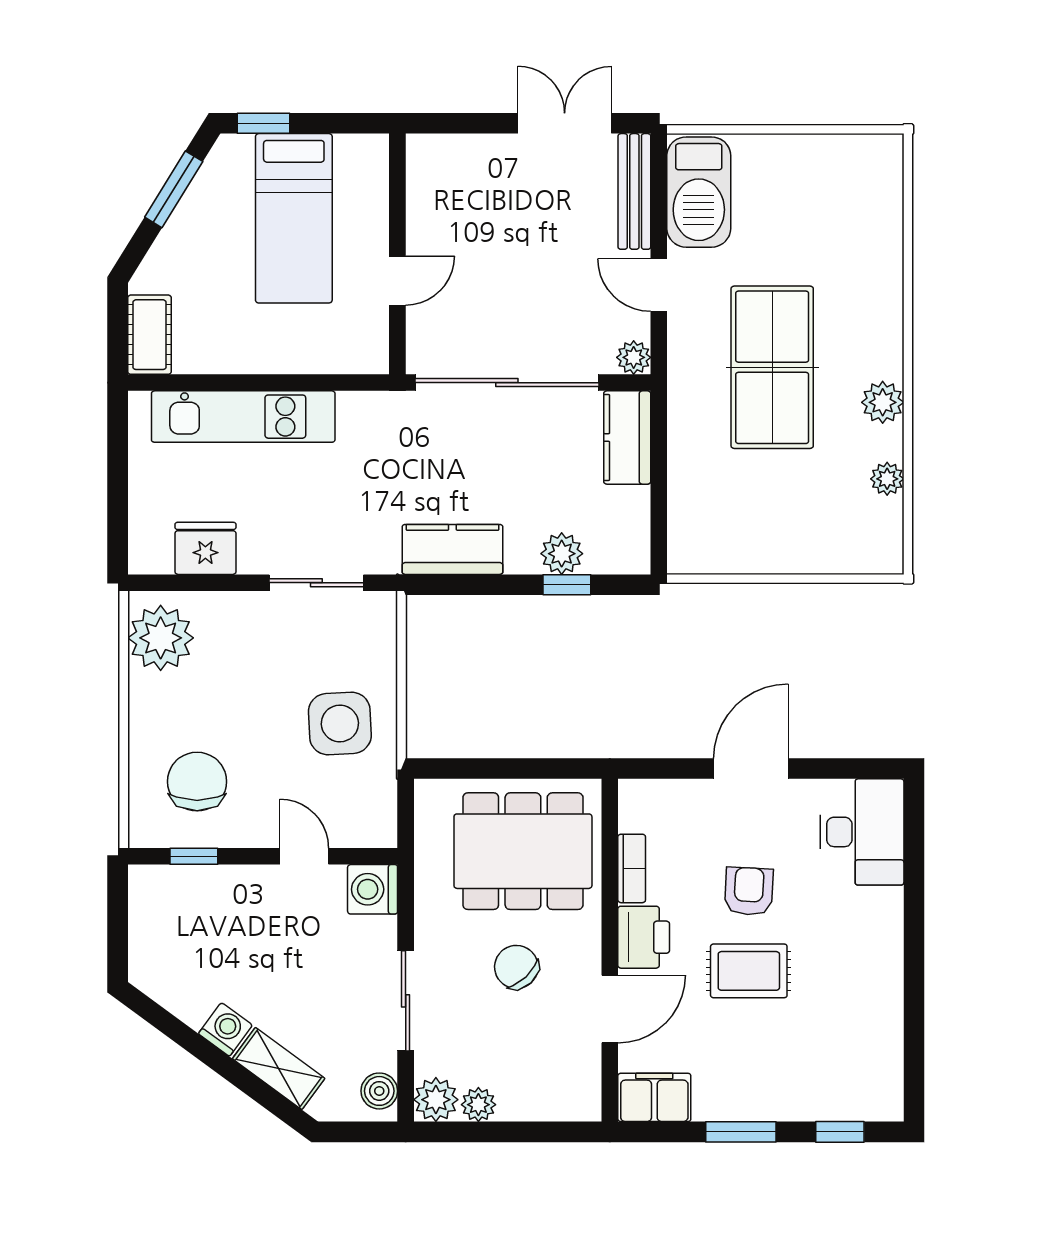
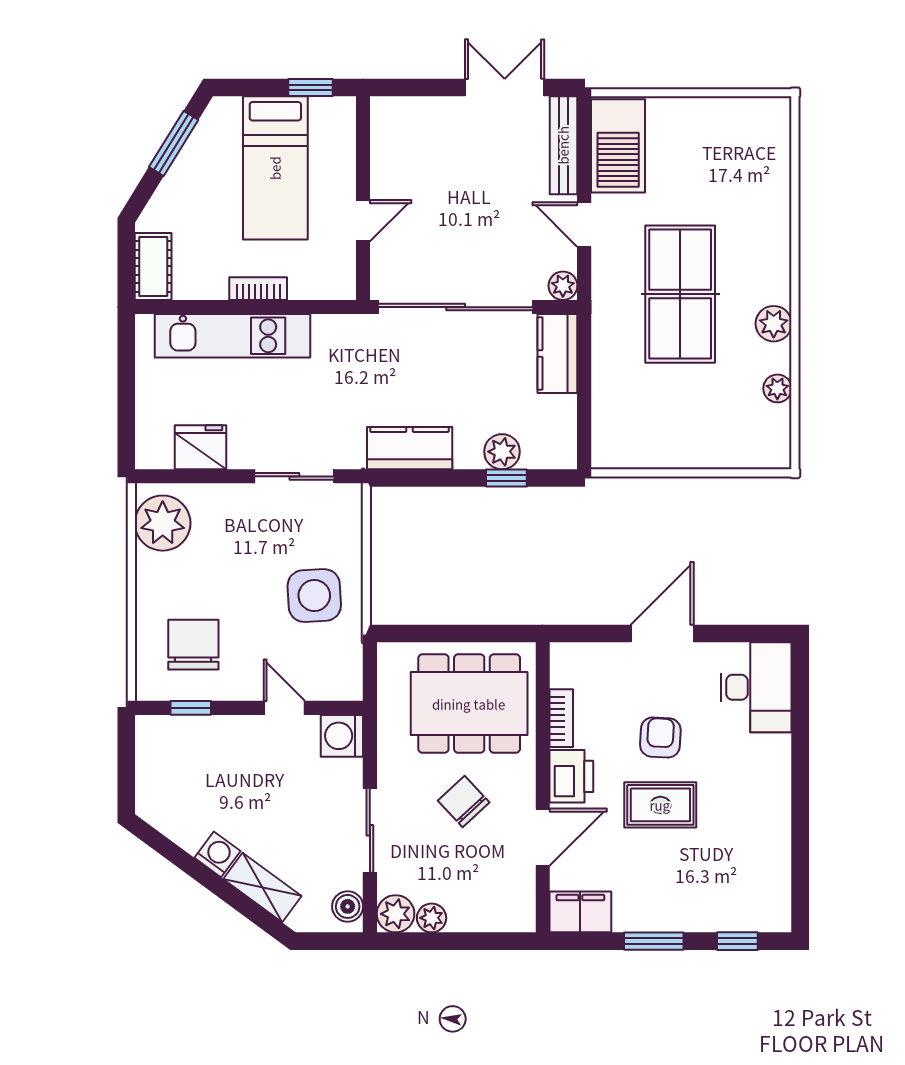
window: (263, 123) -> (310, 88), moved
bookcase: (274, 361) -> (258, 289), added

